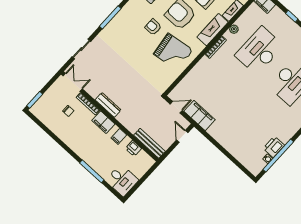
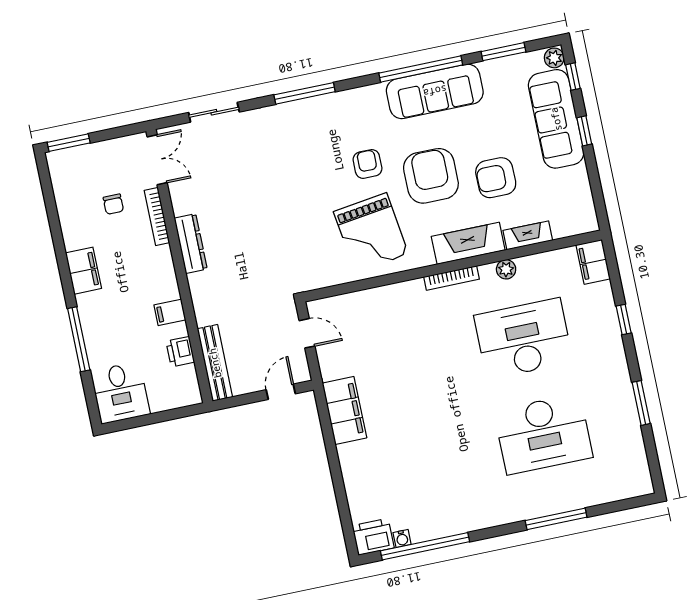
filing cabinet: (200, 115) -> (344, 410), moved
filing cabinet: (103, 122) -> (83, 271), moved, turned 180
printer: (274, 147) -> (373, 537), moved

